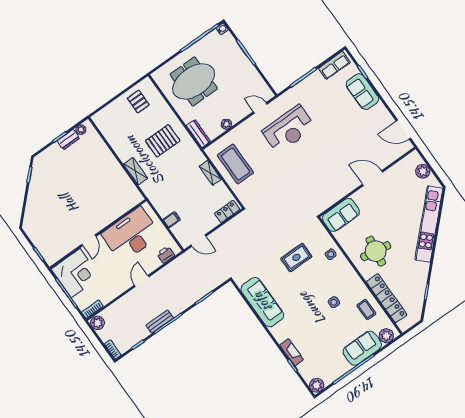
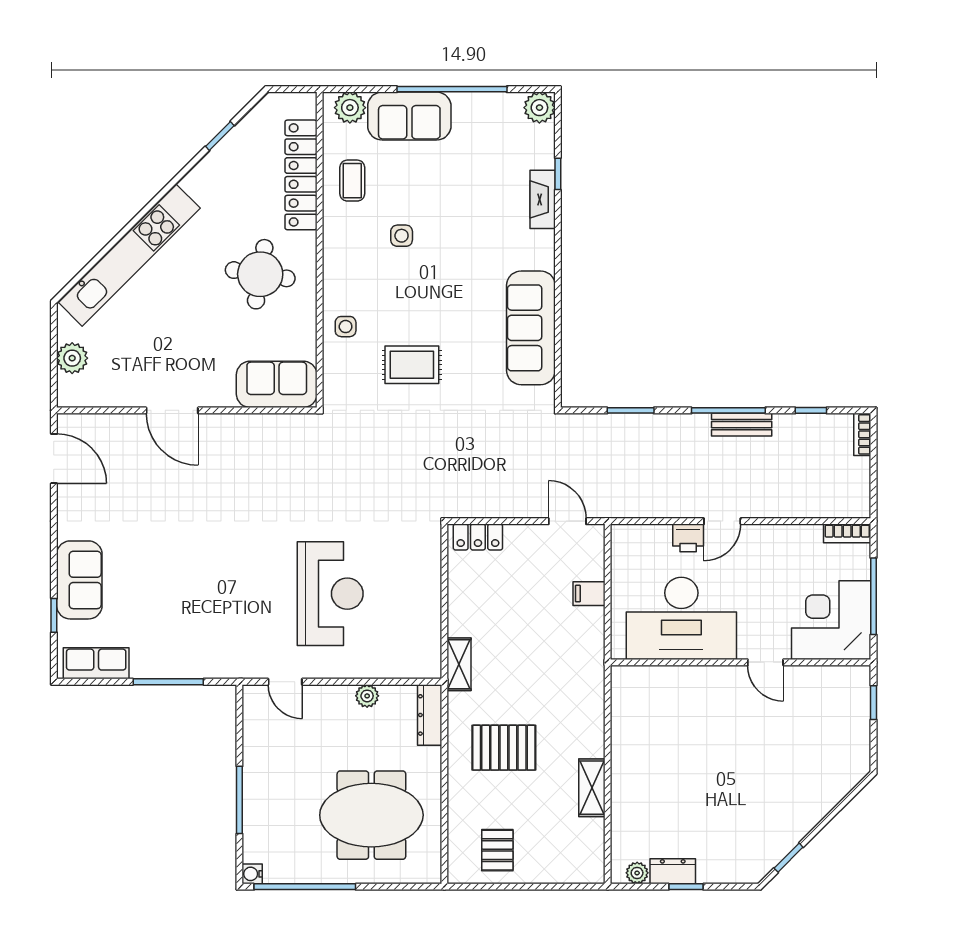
reception desk: (289, 129) -> (330, 594), moved, turned 90
coffee table: (235, 164) -> (402, 612), removed
shelving: (135, 171) -> (592, 788), moved
shelving: (210, 173) -> (459, 664), moved
door: (89, 240) -> (765, 662), swing flipped
printer: (166, 255) -> (688, 538), moved
plant: (98, 323) -> (856, 502), removed

